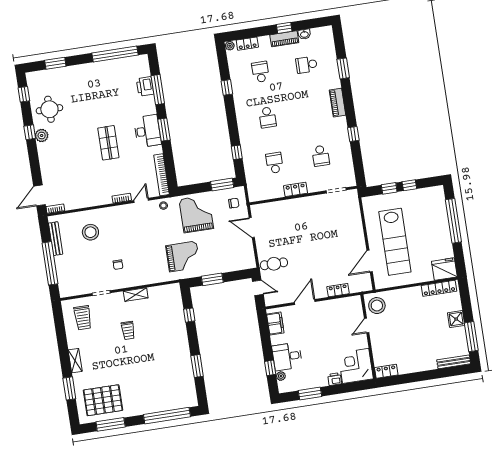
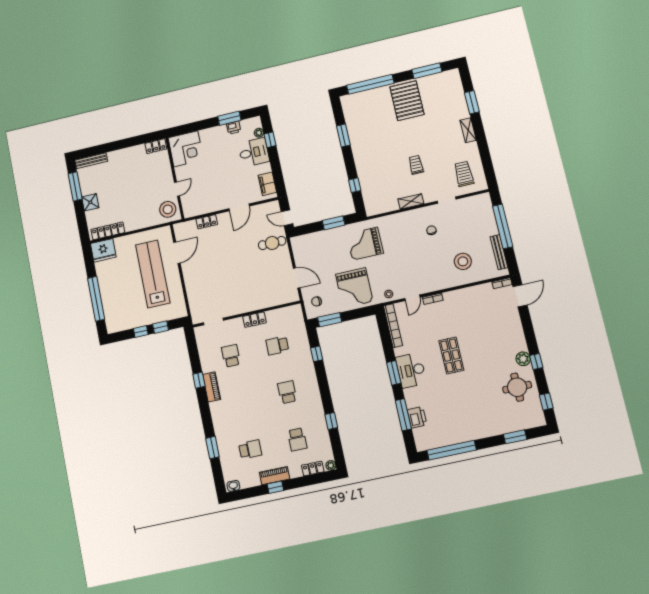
washbasin: (304, 34) -> (233, 486), moved
piano: (337, 103) -> (212, 387), moved
school desk: (275, 163) -> (277, 345), turned 90
printer: (335, 379) -> (234, 128), moved
pallet: (103, 400) -> (407, 101), moved, turned 90

